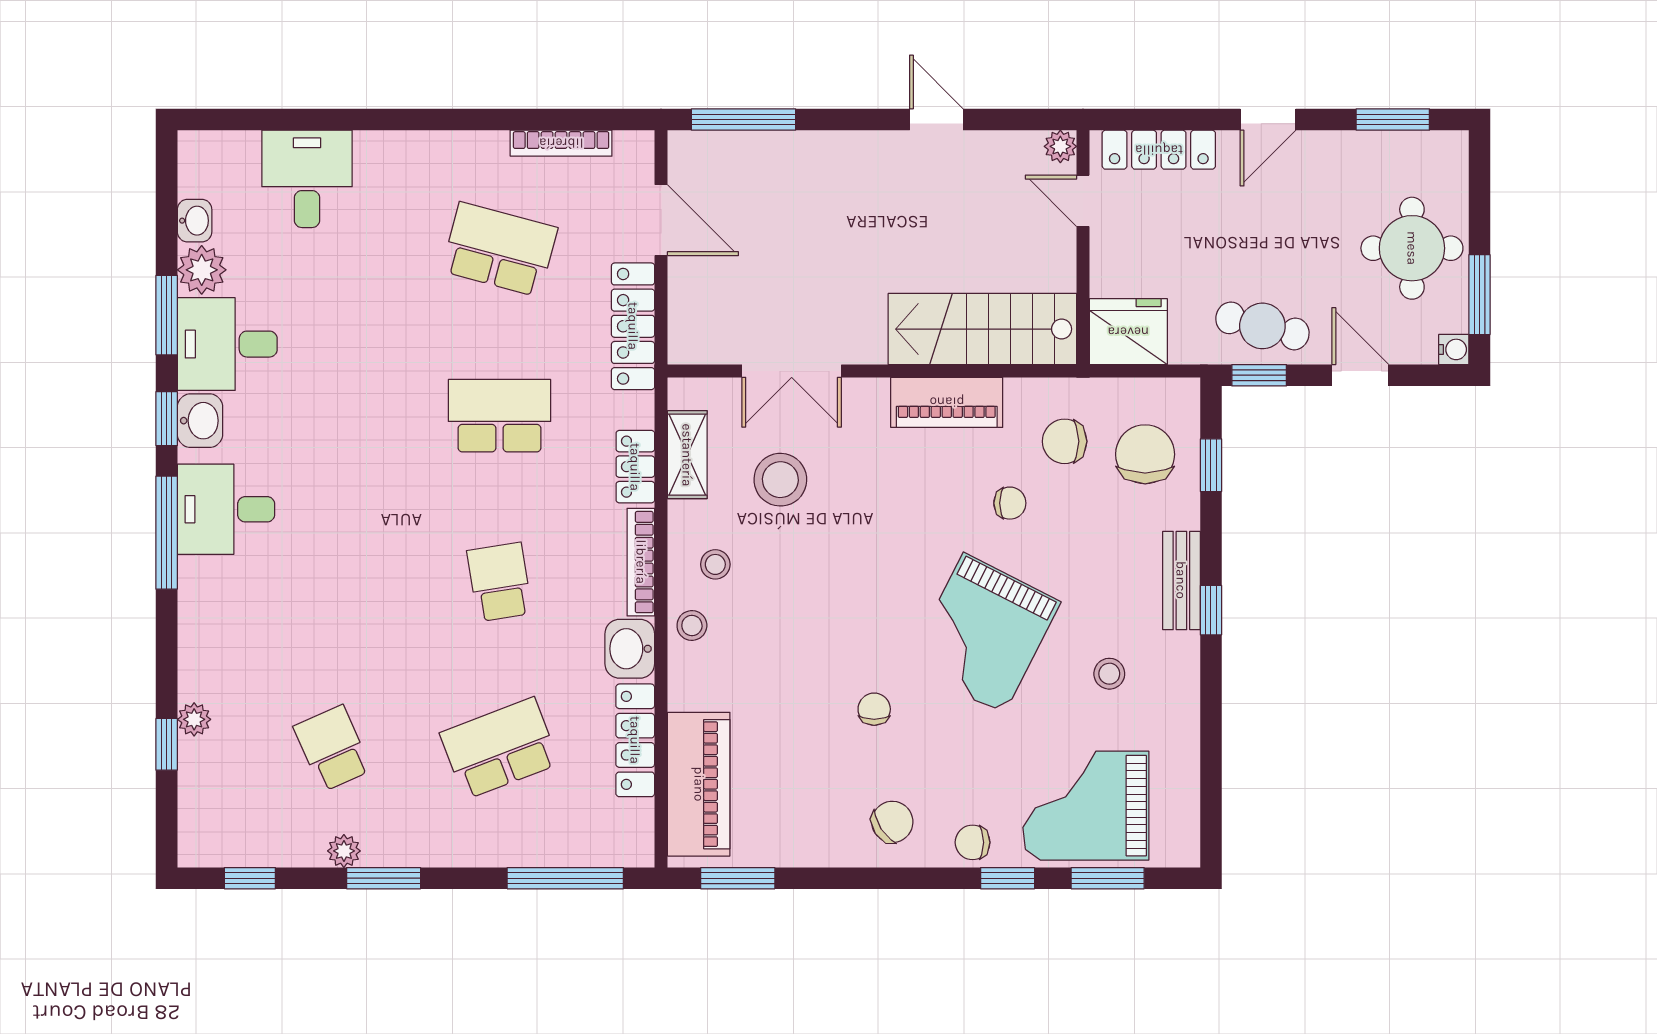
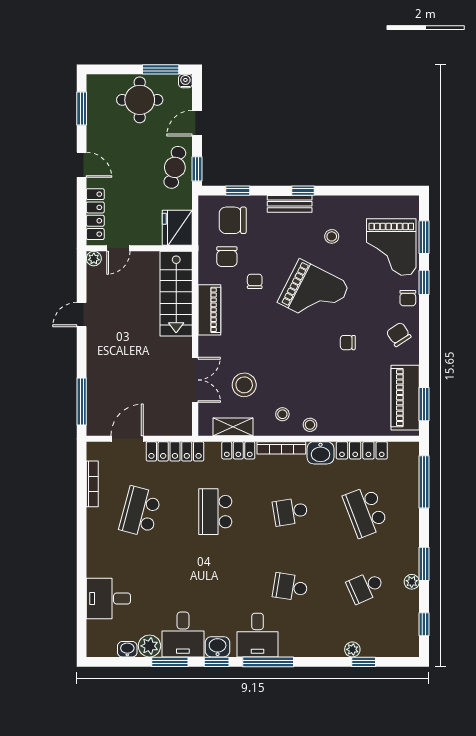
school desk: (332, 582) -> (290, 587), added
piano: (699, 784) -> (405, 398), moved, turned -90

